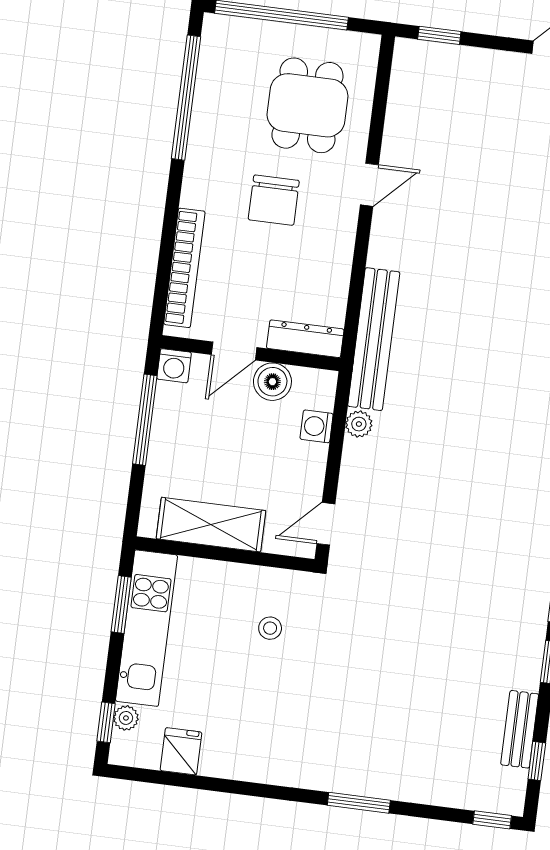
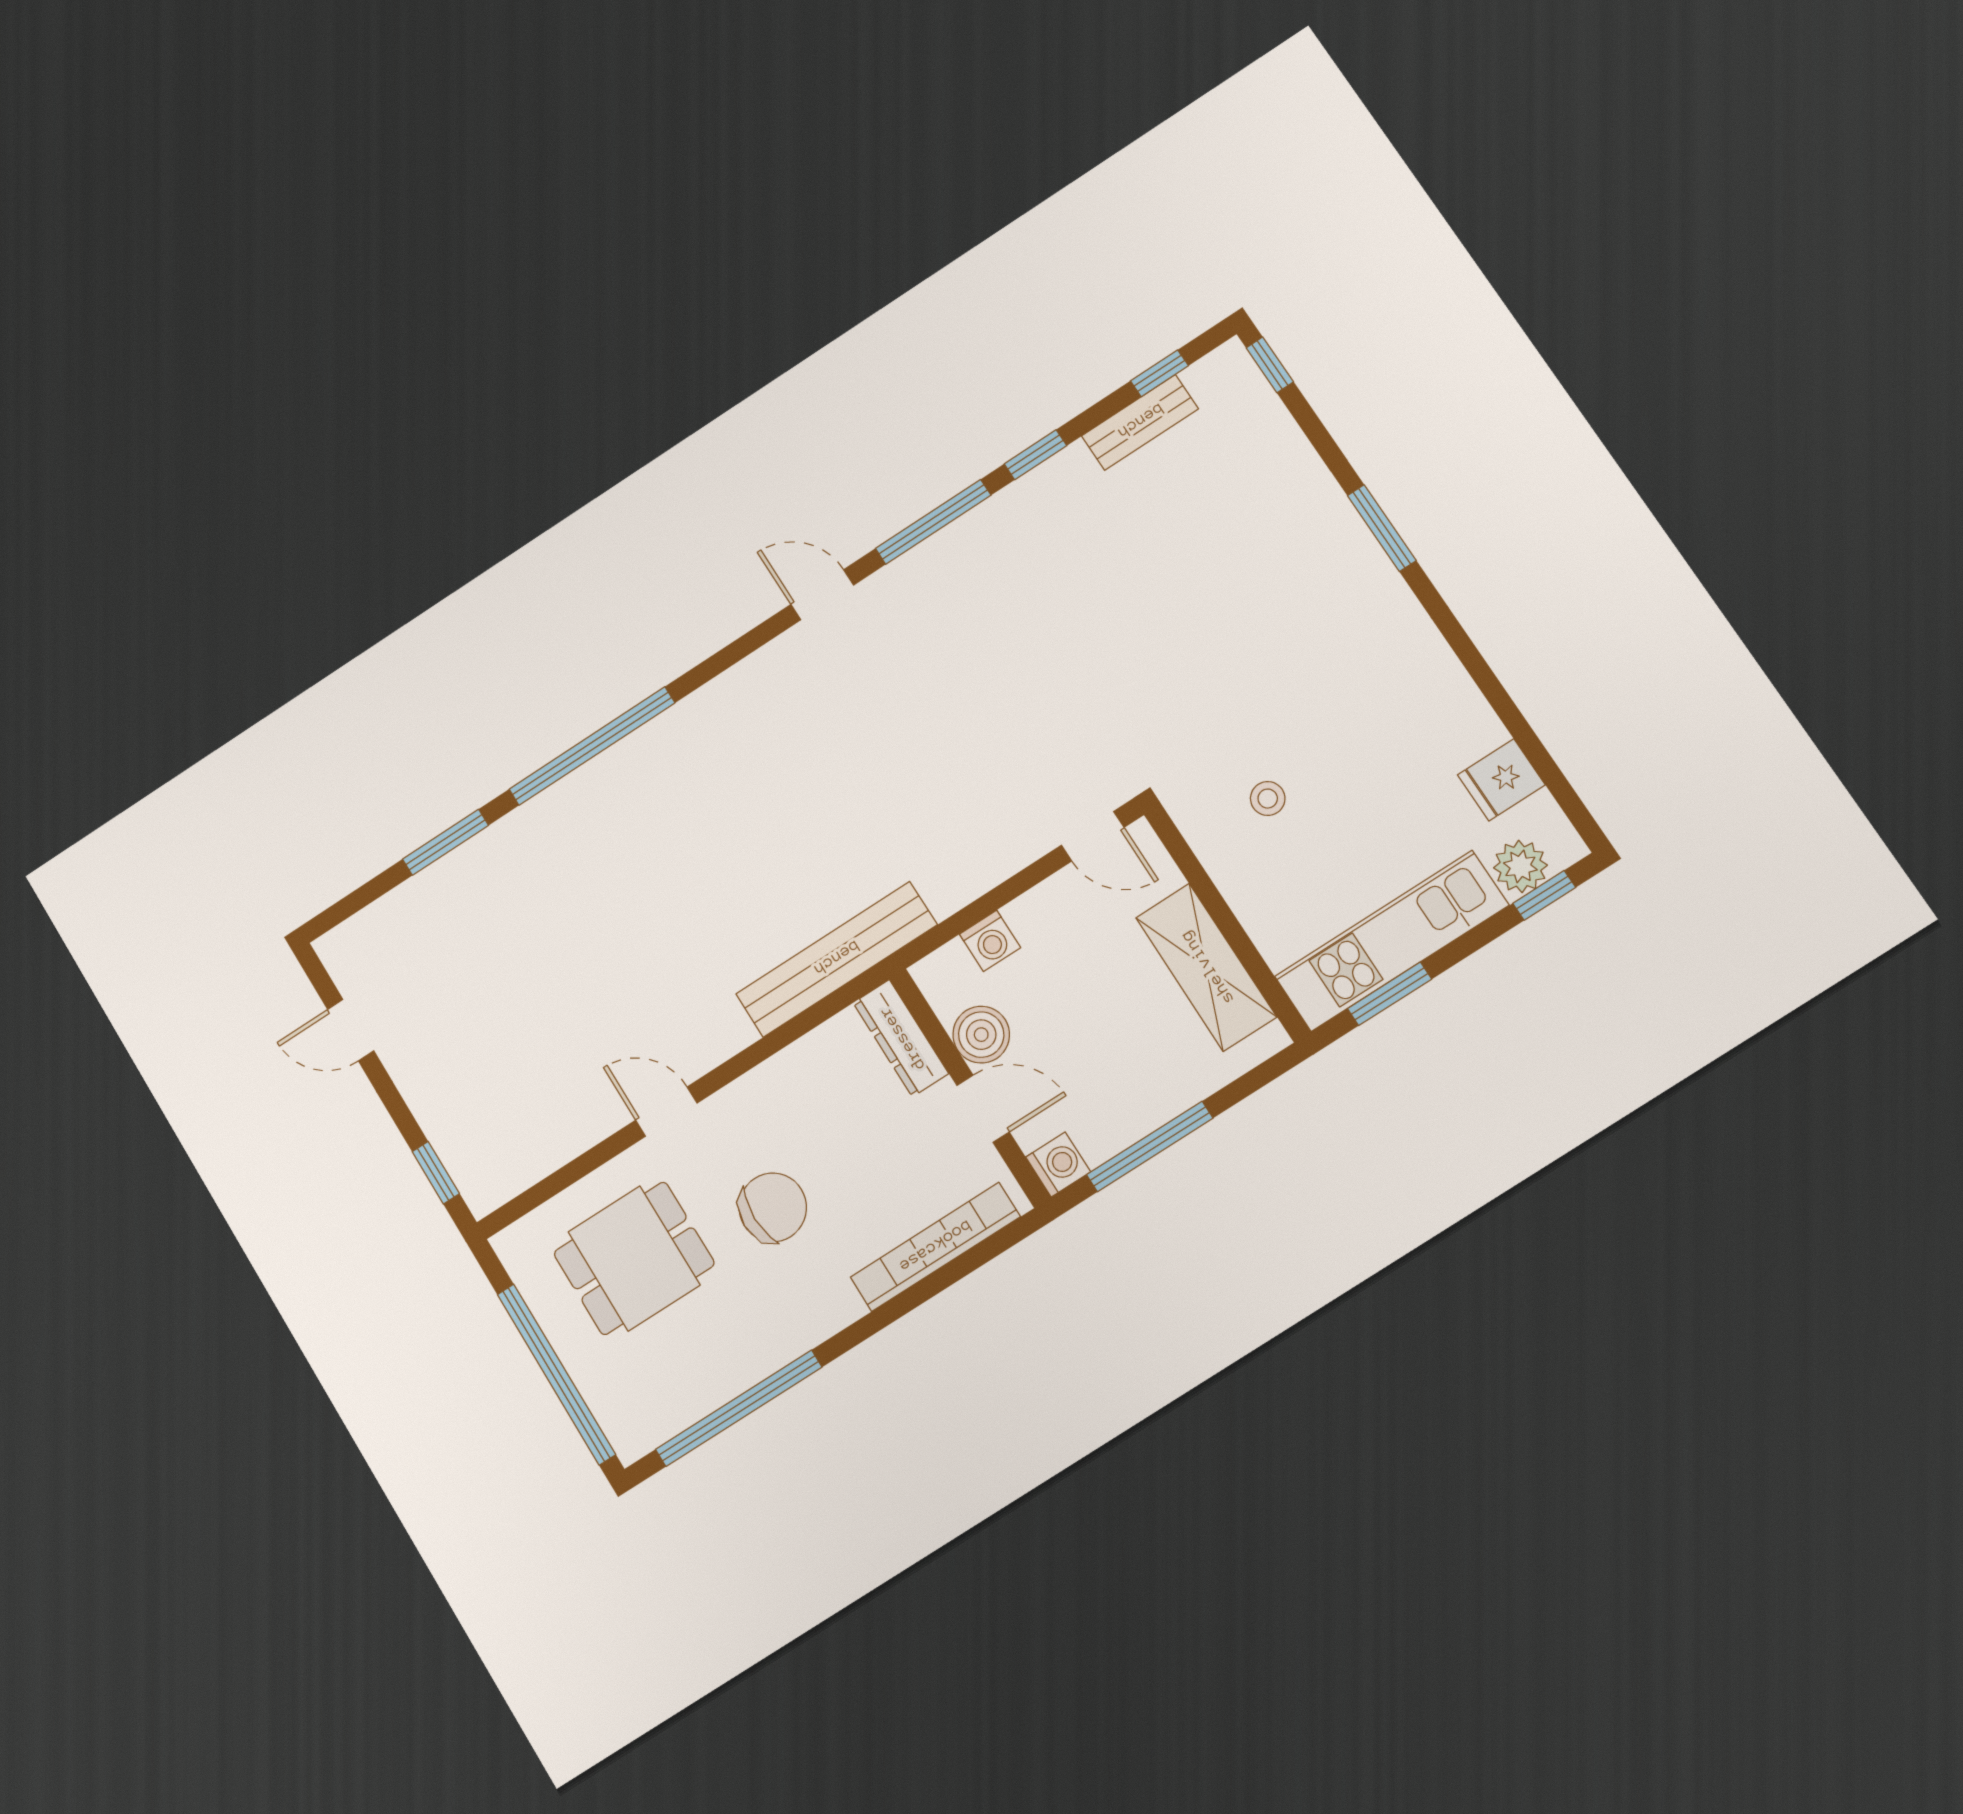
plant: (359, 424) -> (947, 895), removed
plant: (126, 718) -> (1520, 866), width x1.38, depth x1.38

